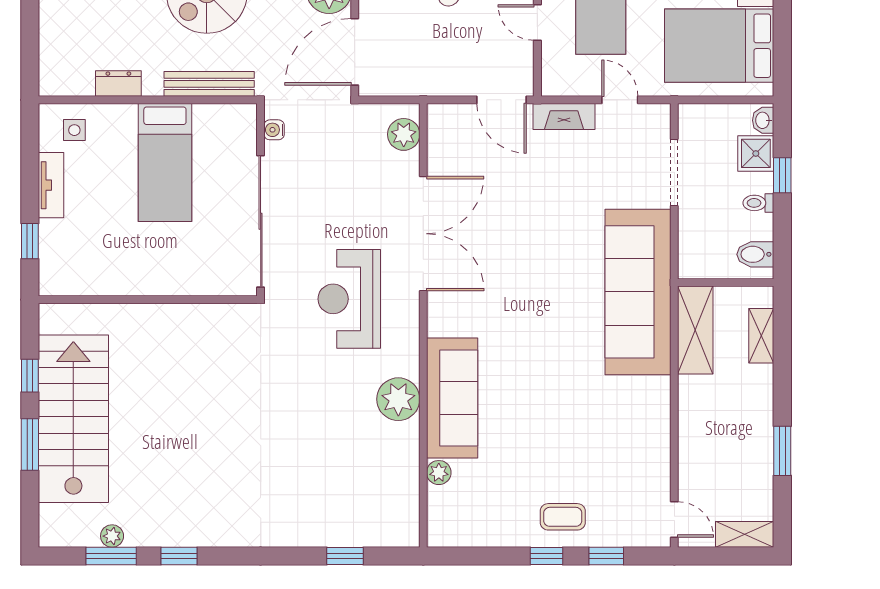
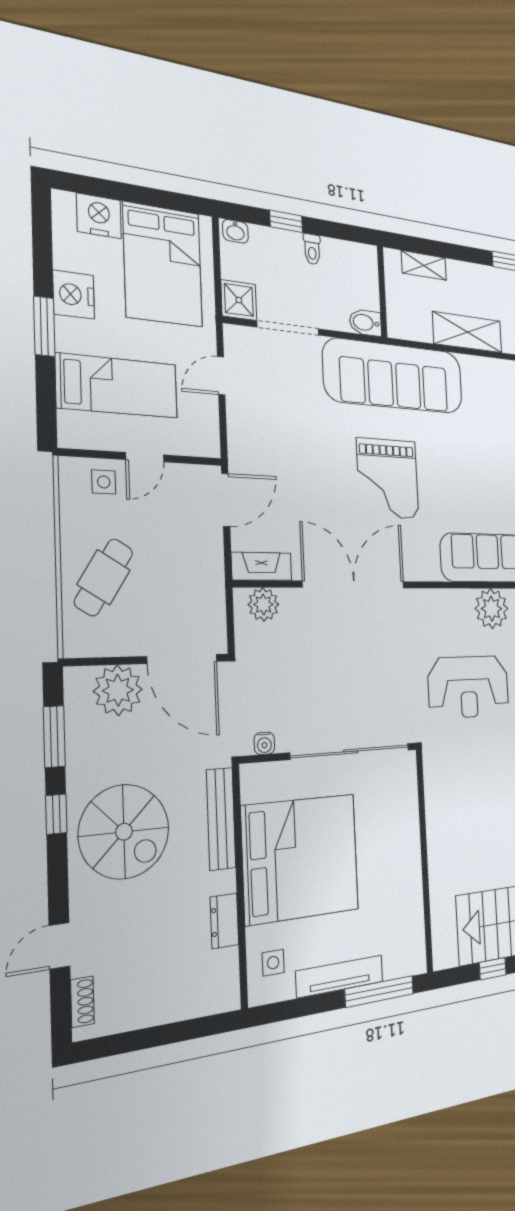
fireplace: (564, 116) -> (262, 566), moved, turned -90
shower: (756, 153) -> (239, 300), moved
bed: (165, 162) -> (301, 858), width x2.04
tv unit: (51, 185) -> (340, 976), width x1.41
window: (30, 241) -> (379, 991), width x2.17
bidet: (755, 254) -> (365, 323), moved, turned 90
grand piano: (531, 278) -> (388, 479), added
reception desk: (349, 299) -> (469, 687), moved
shelving: (695, 330) -> (467, 332), moved

